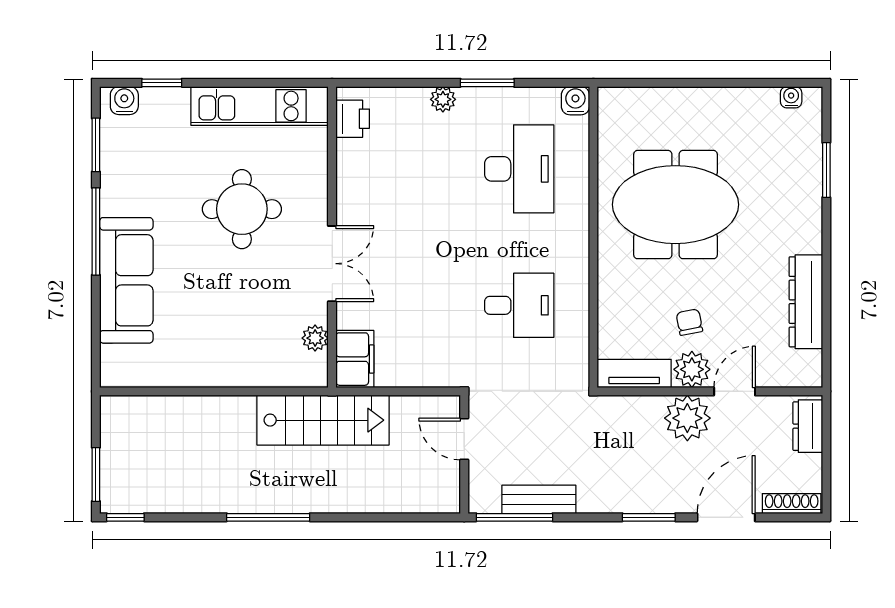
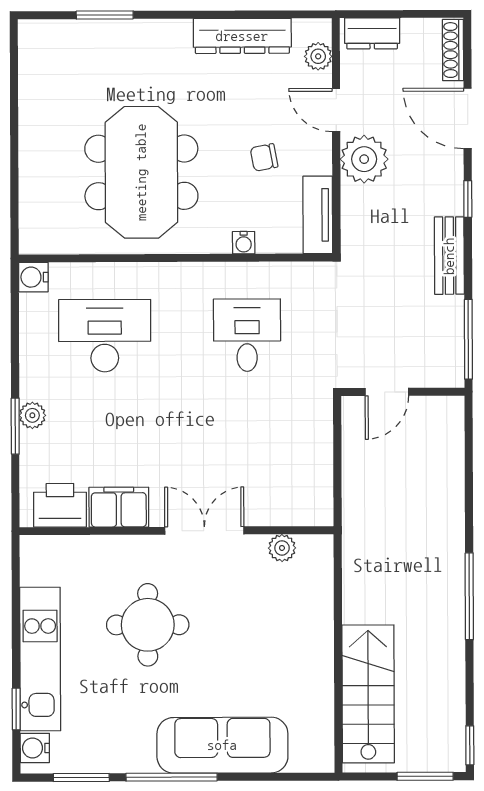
window: (487, 83) -> (15, 426), moved
water cooler: (791, 97) -> (244, 243), moved, turned -90
kitchen unit: (259, 106) -> (40, 659), moved
printer: (353, 119) -> (60, 505), width x1.36, depth x1.24
filing cabinet: (355, 359) -> (119, 507), moved
plant: (692, 369) -> (318, 56), moved, width x0.73, depth x0.73
stairs: (323, 420) -> (368, 694), moved
bench: (539, 499) -> (449, 256), moved
window: (649, 517) -> (468, 199), width x0.67

